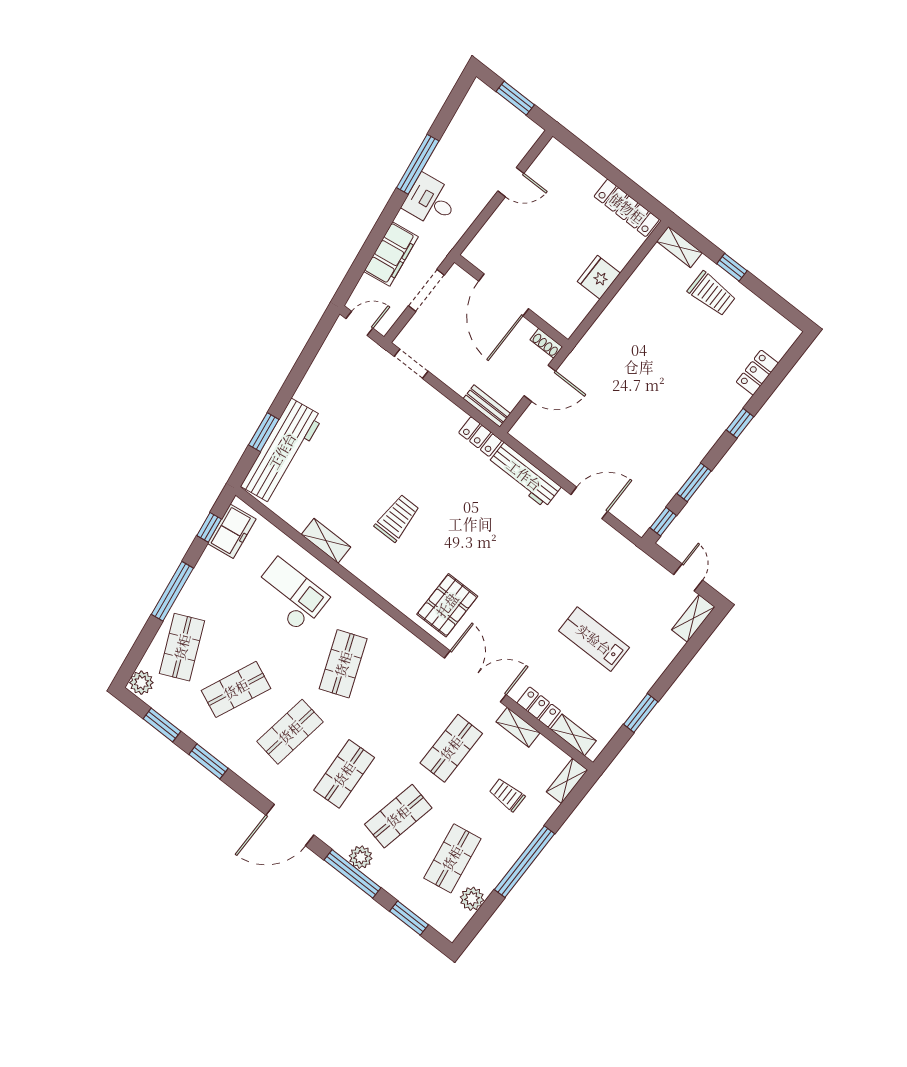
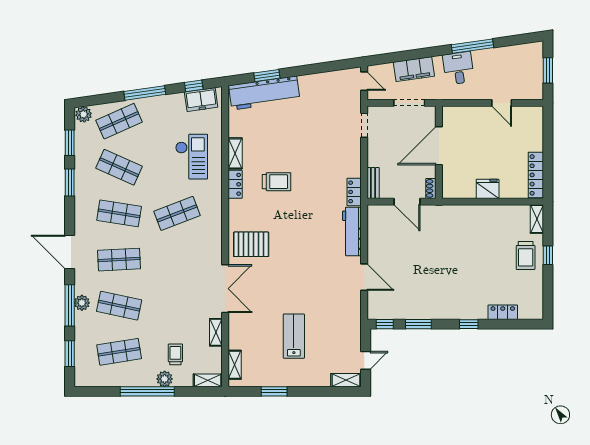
locker: (539, 707) -> (235, 184), moved
shop shelf: (451, 748) -> (177, 306), removed
plant: (472, 899) -> (165, 379), moved

